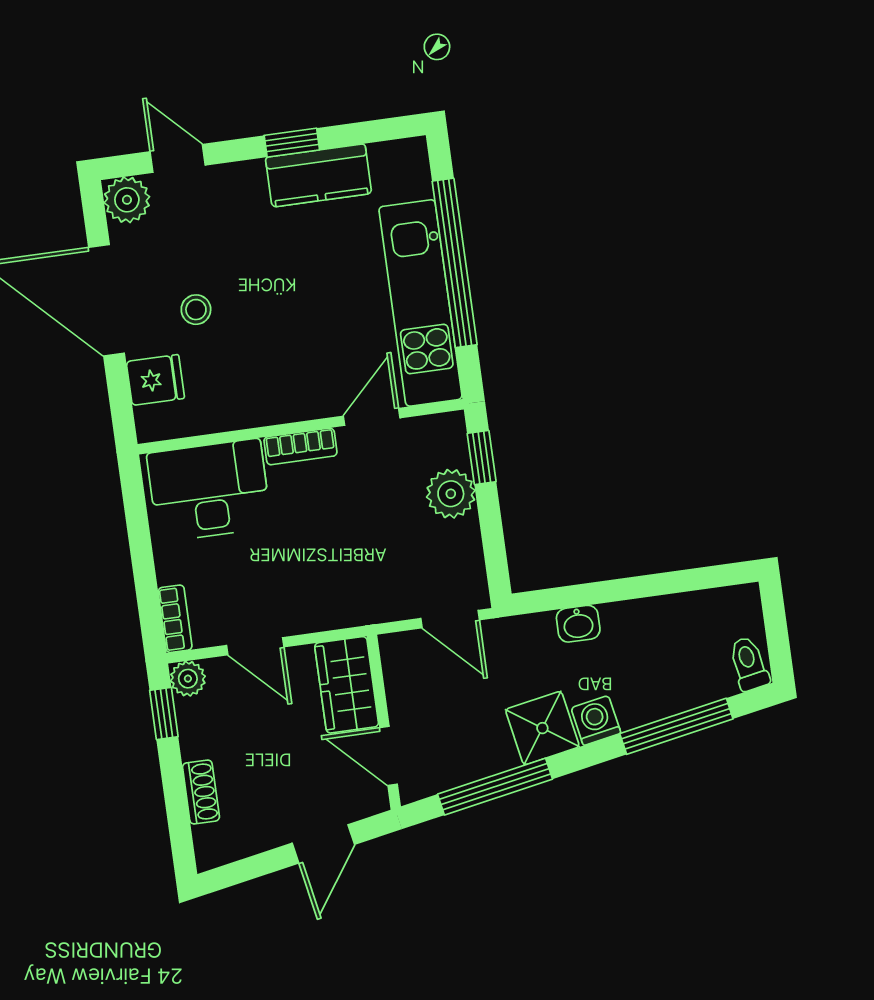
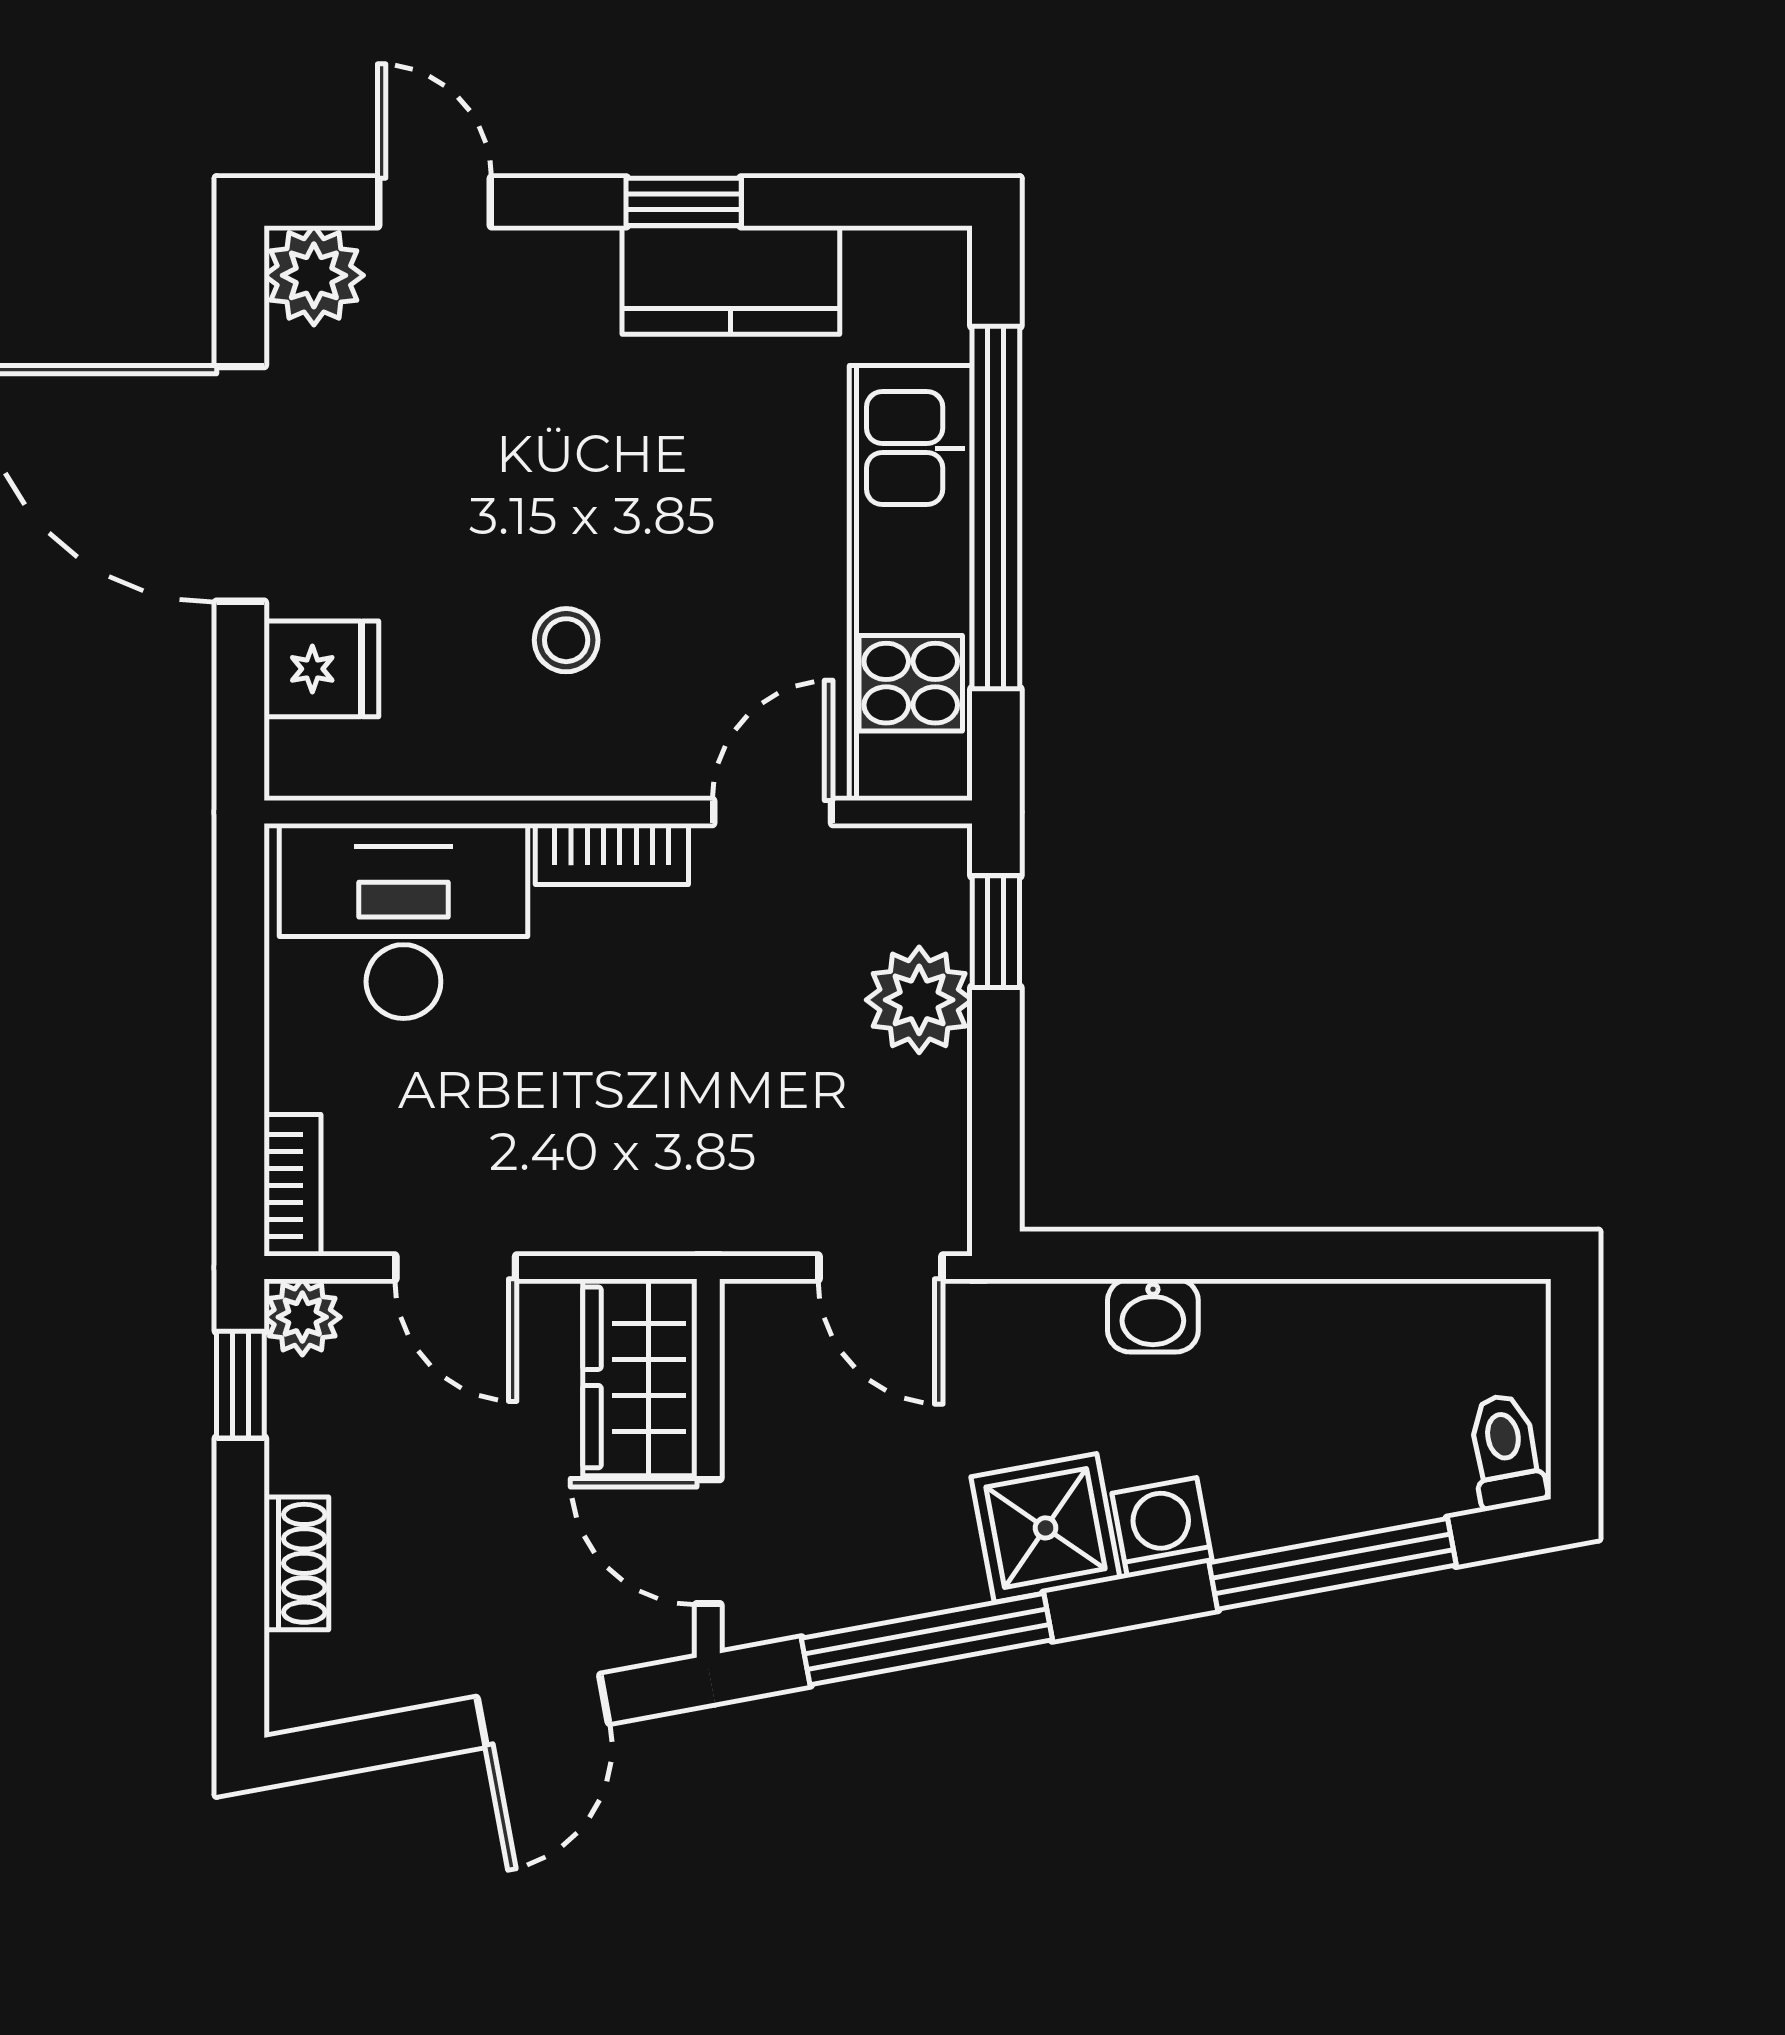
stool: (196, 310) -> (566, 640), moved

